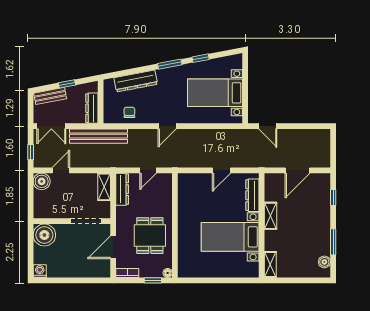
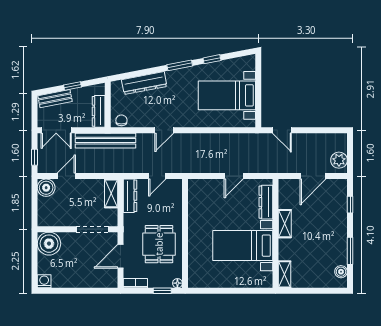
chair: (129, 112) -> (121, 120), moved
door: (167, 126) -> (164, 130), moved
plant: (322, 155) -> (339, 160), added

